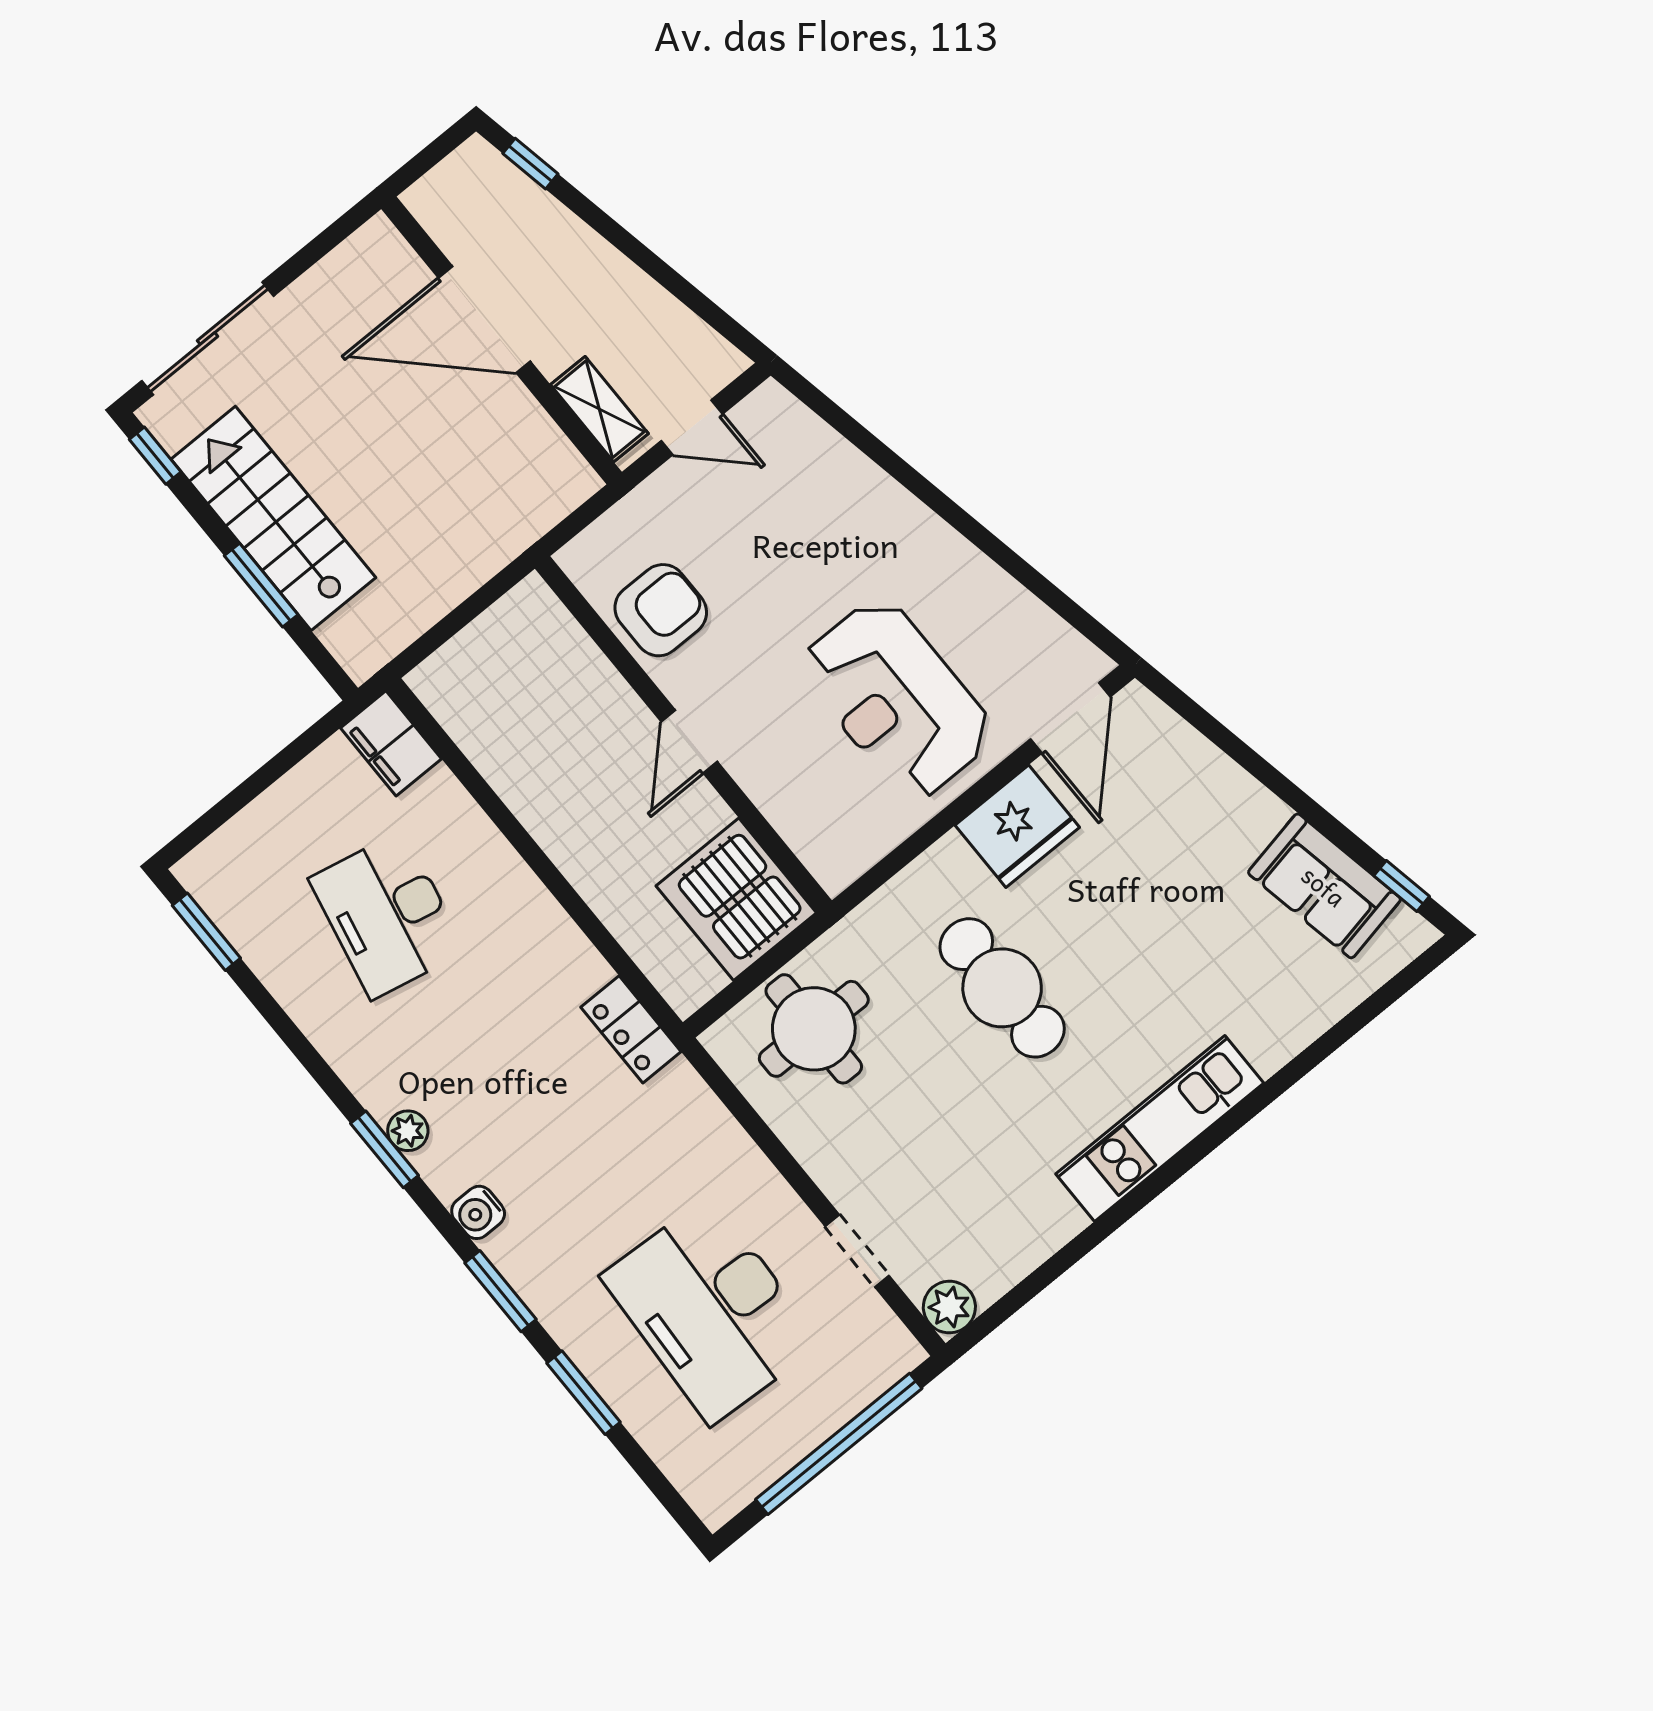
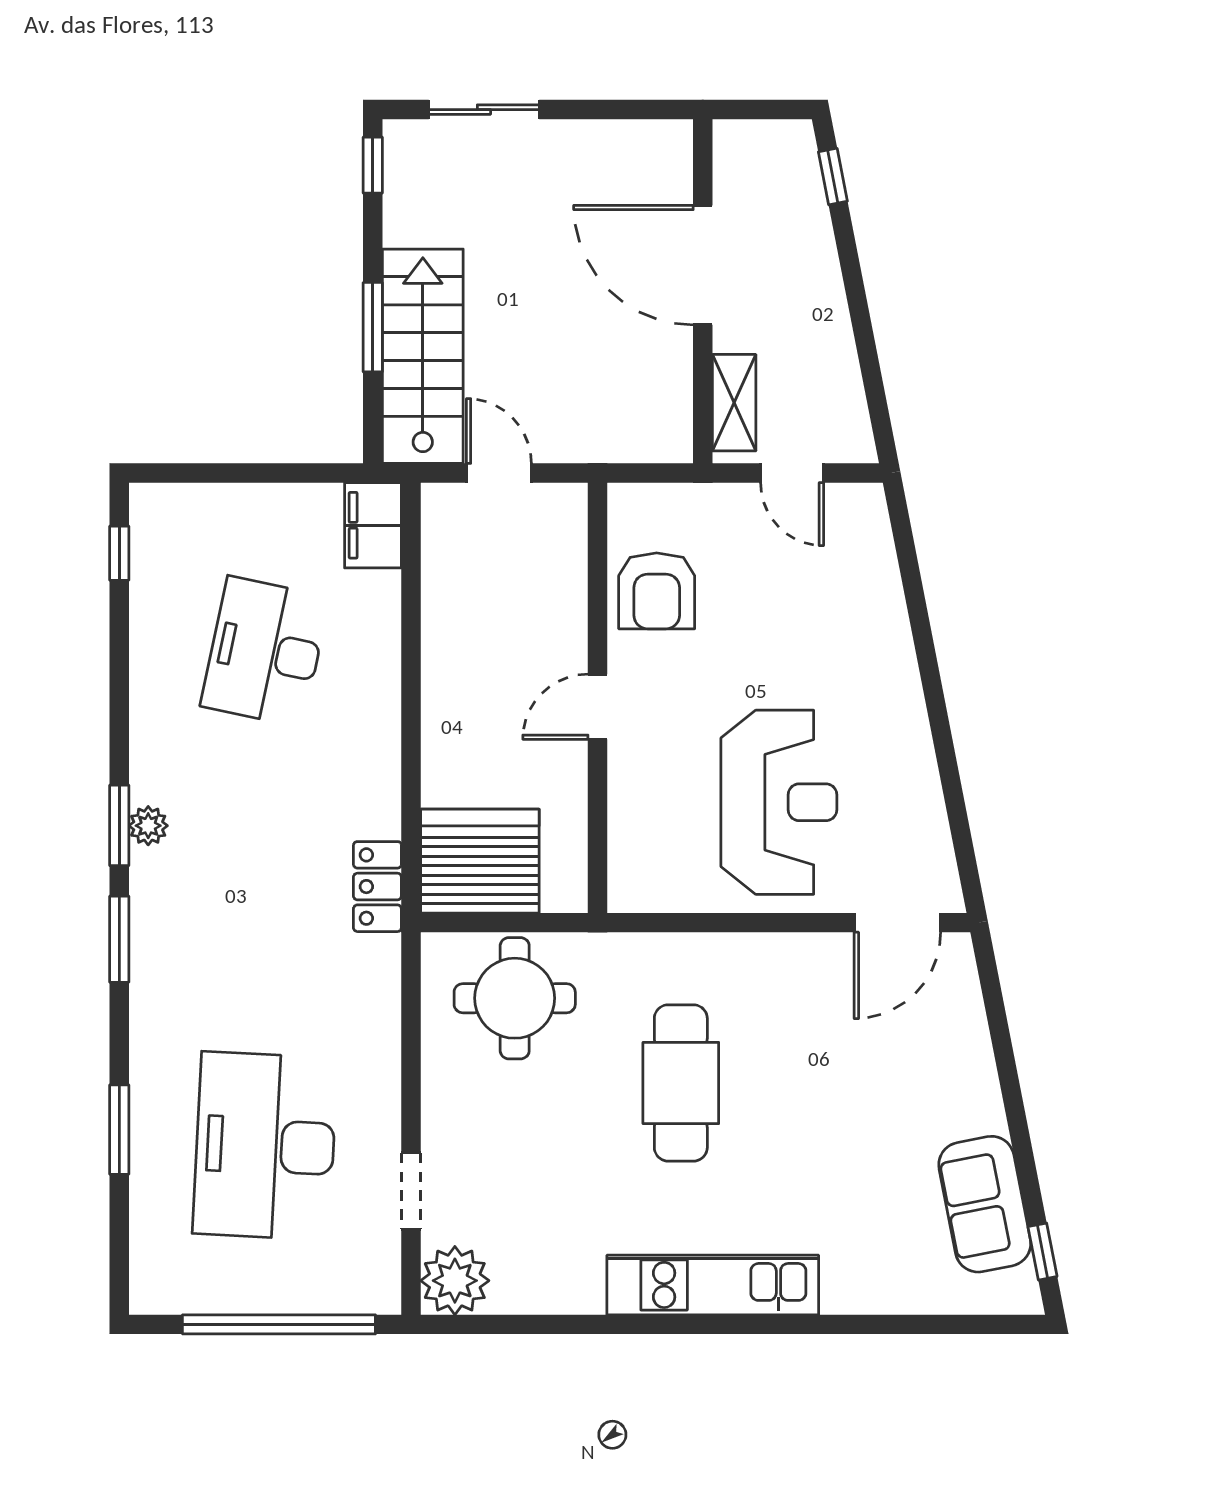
sliding door: (208, 338) -> (484, 110), width x0.73
stairs: (273, 518) -> (423, 356), moved
armchair: (661, 610) -> (657, 591), turned 90
door: (457, 619) -> (499, 473), added
reception desk: (897, 699) -> (779, 802), turned 180
fridge: (1017, 826) -> (791, 971), removed
server rack: (736, 899) -> (480, 861), moved, turned 90
window: (206, 932) -> (119, 553), width x0.67
water cooler: (478, 1212) -> (151, 930), removed
window: (501, 1291) -> (119, 939), moved
plant: (949, 1307) -> (455, 1281), width x1.36, depth x1.36

